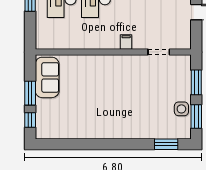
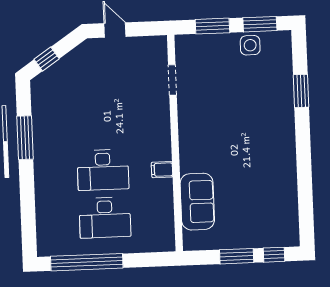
filing cabinet: (126, 42) -> (162, 170), moved
sofa: (47, 77) -> (197, 202), moved, turned 90
window: (166, 144) -> (301, 91), moved

